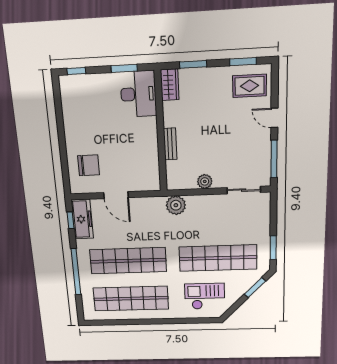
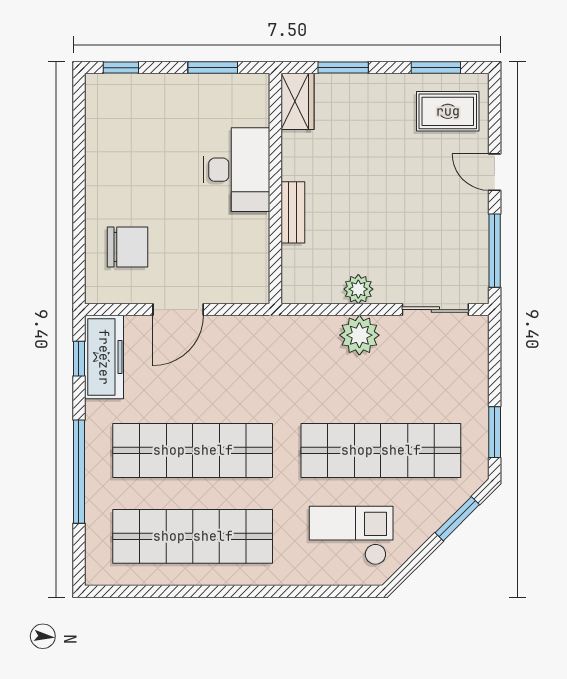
desk: (138, 94) -> (237, 170), moved
door: (116, 195) -> (178, 310), hinge flipped
plant: (176, 205) -> (359, 335), moved

